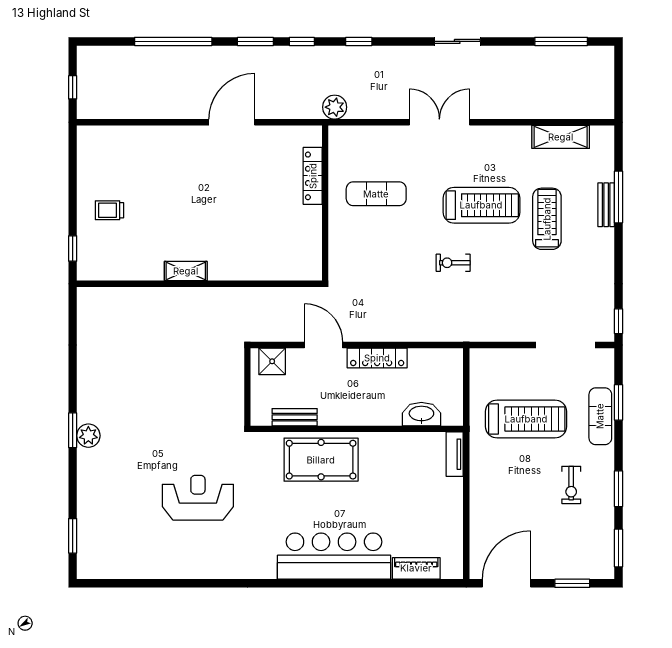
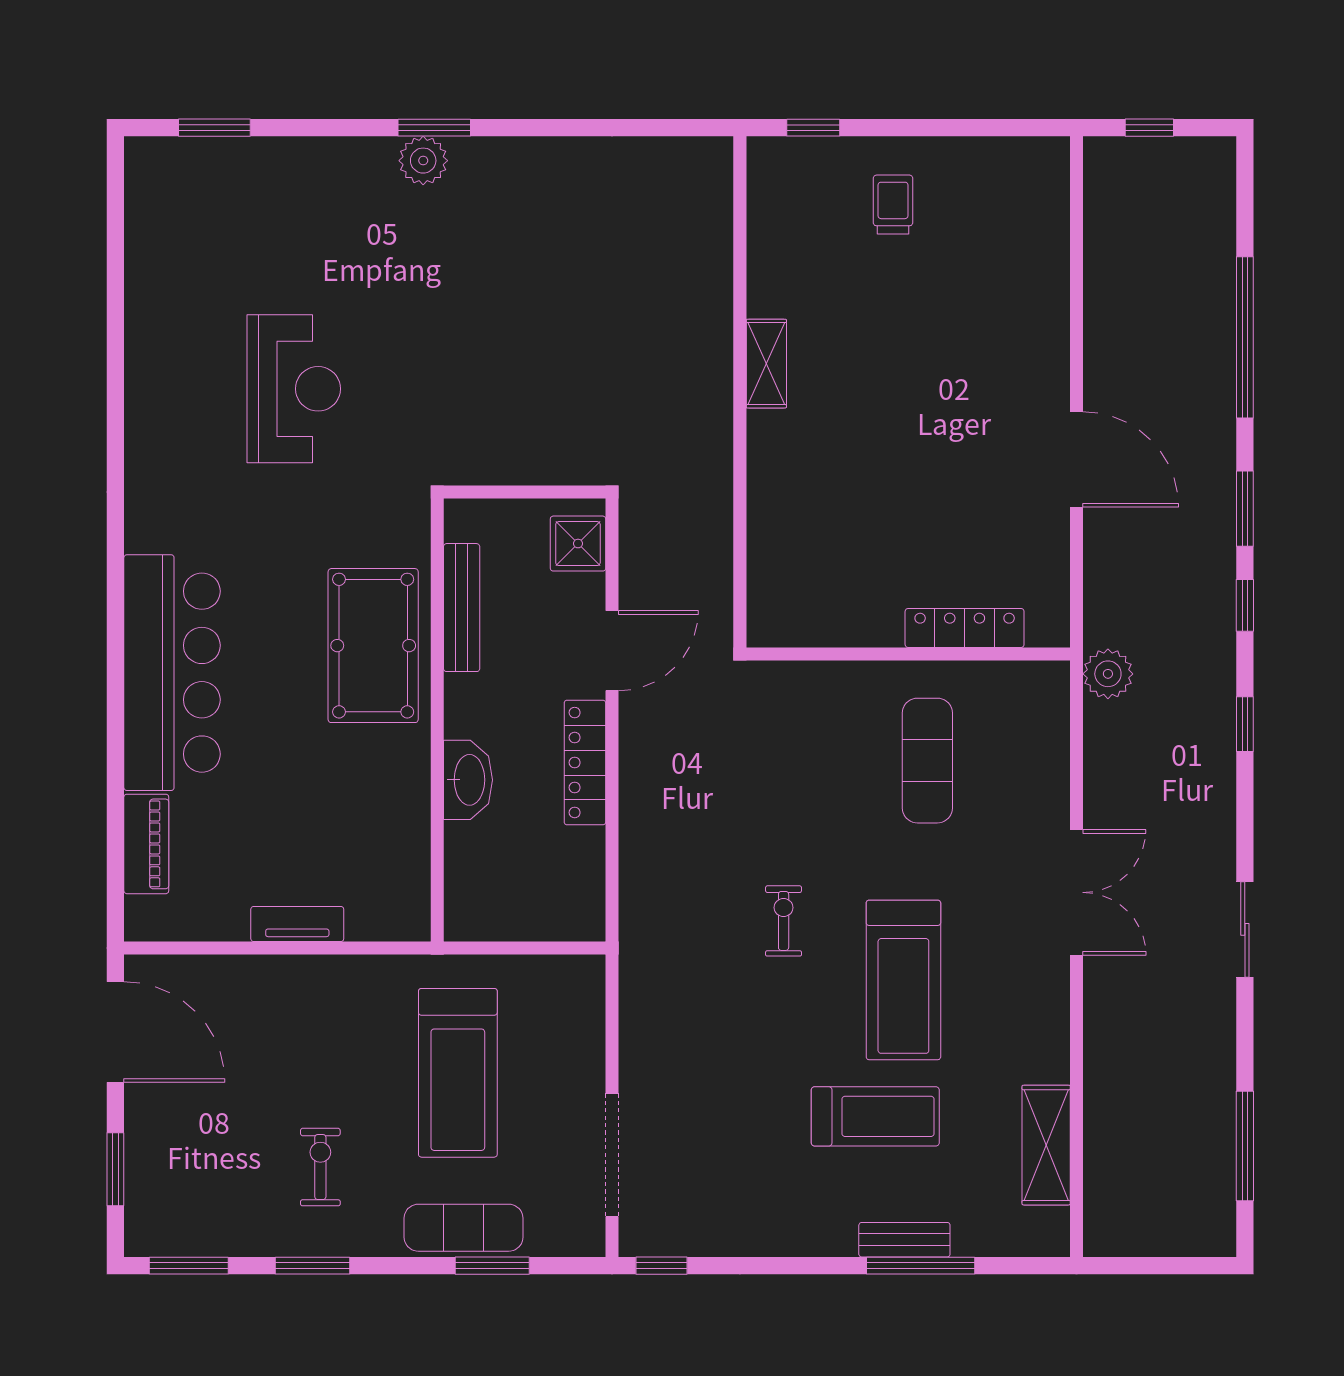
washbasin: (421, 414) -> (468, 780), moved
bench: (295, 417) -> (462, 608), width x1.36
tv unit: (455, 454) -> (297, 924), moved
exercise bike: (571, 485) -> (320, 1167), turned 90

